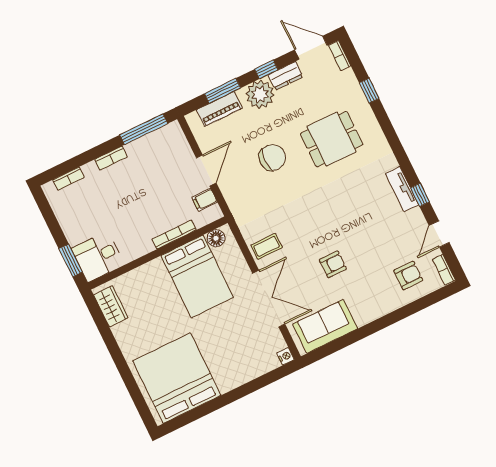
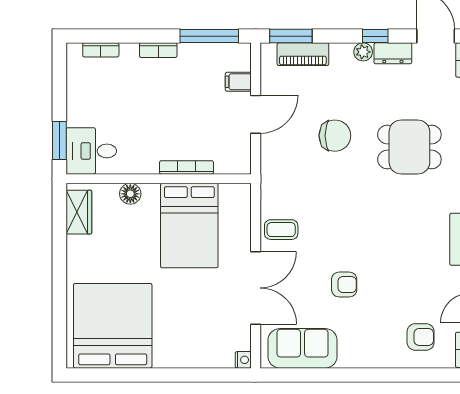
window: (223, 91) -> (291, 36), moved
plant: (260, 94) -> (363, 52), width x0.53, depth x0.53
filing cabinet: (205, 200) -> (238, 82), moved
floor lamp: (216, 238) -> (130, 194), moved

